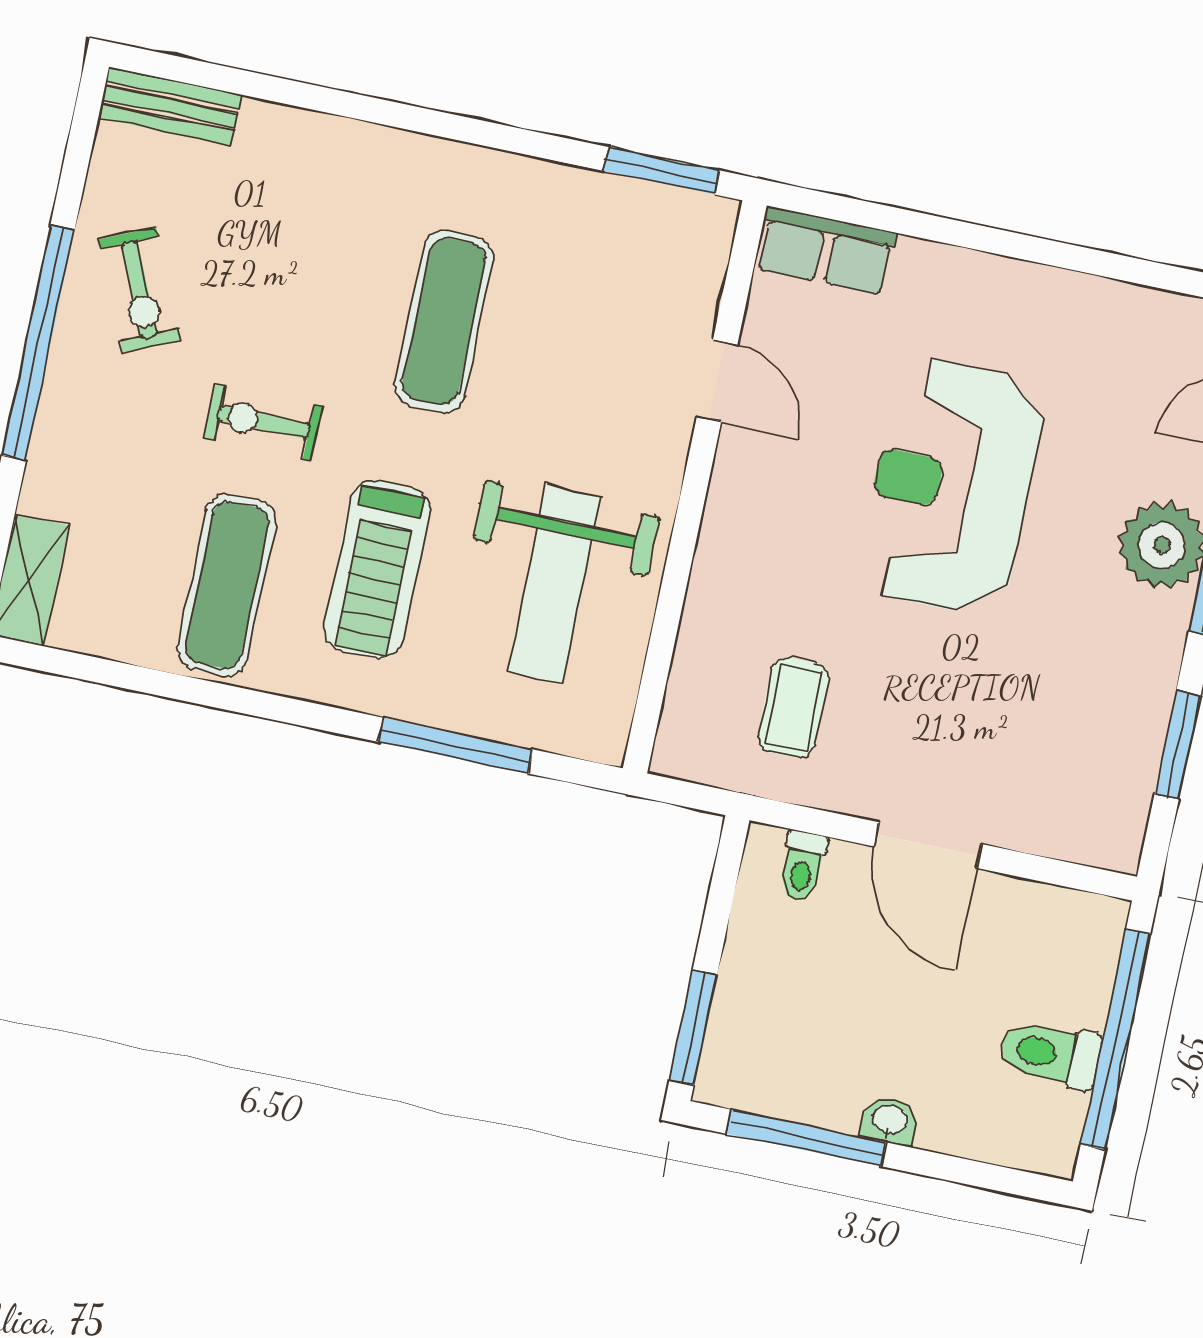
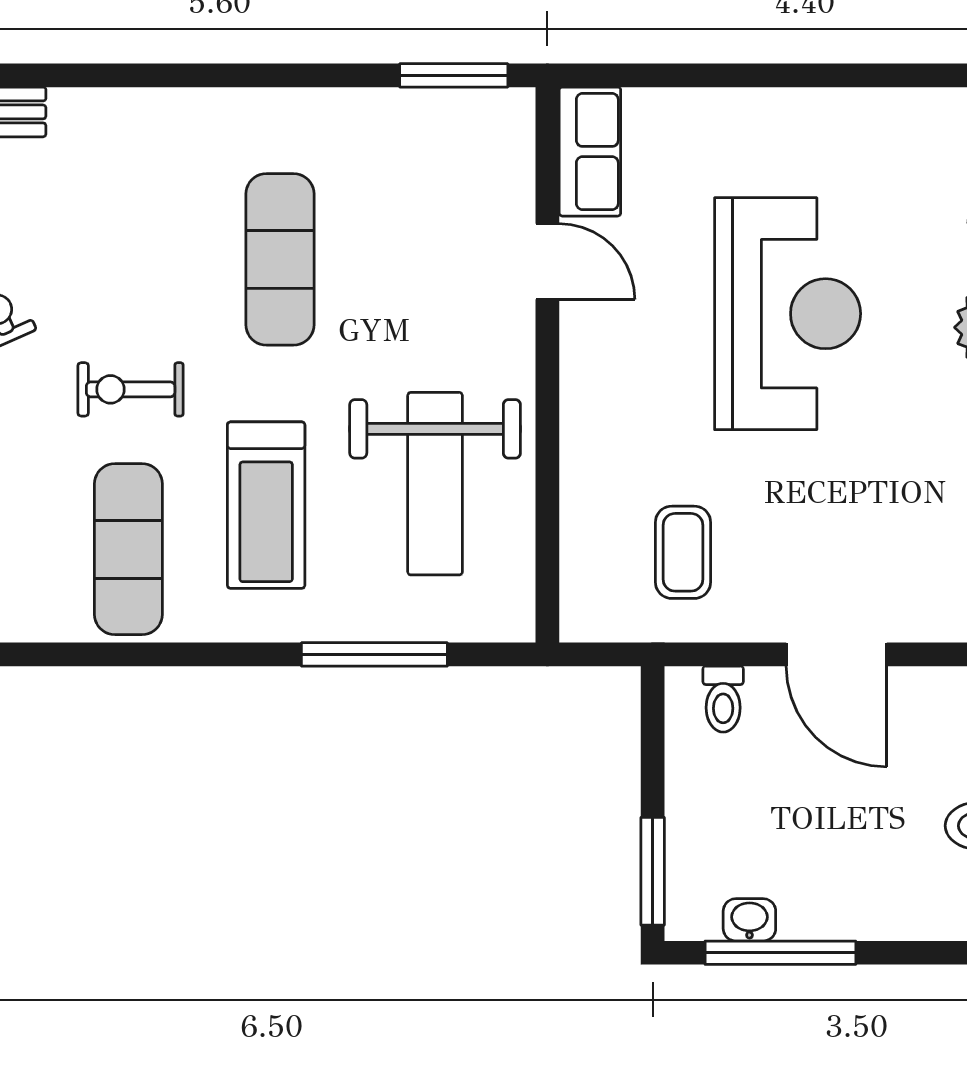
row of seats: (826, 251) -> (590, 152), moved, turned -90
reception desk: (951, 486) -> (788, 314), turned 180
washbasin: (890, 1120) -> (749, 920), moved

